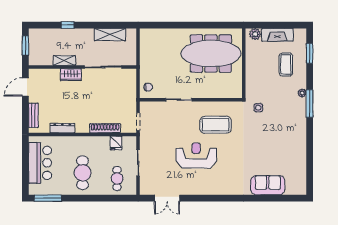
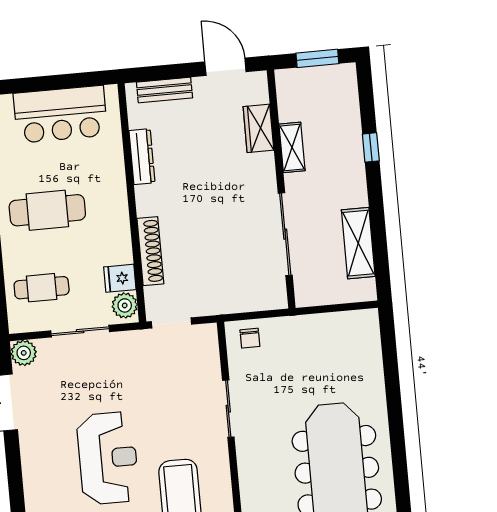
wardrobe: (71, 75) -> (258, 128), moved
plant: (128, 142) -> (125, 305), added
plant: (146, 189) -> (24, 353), added

